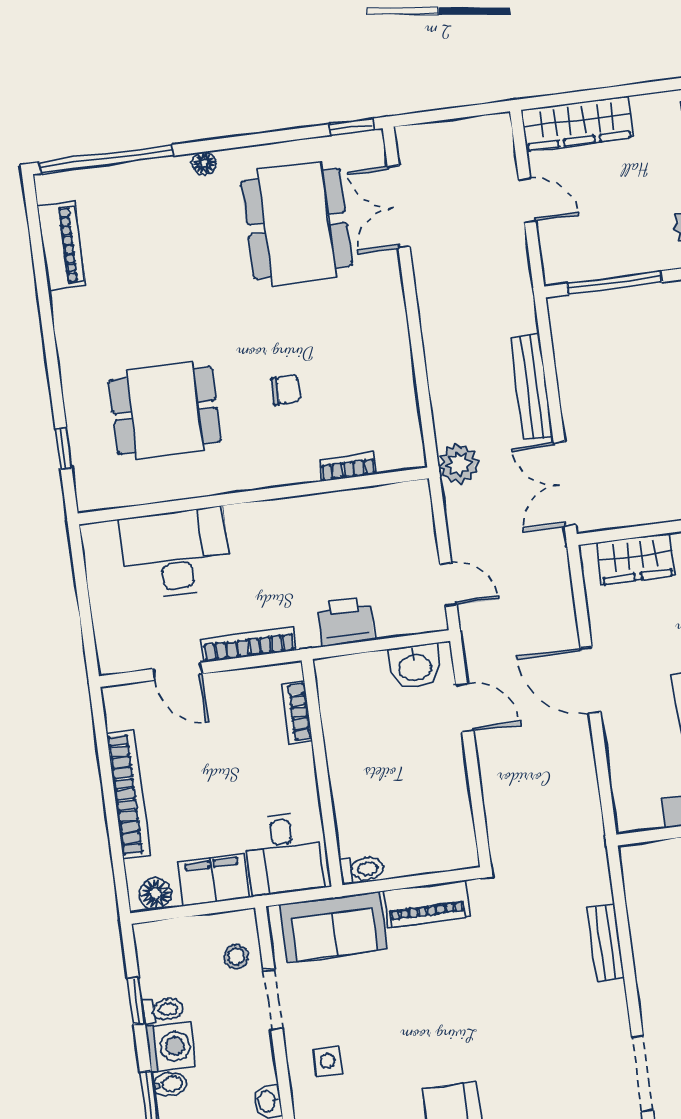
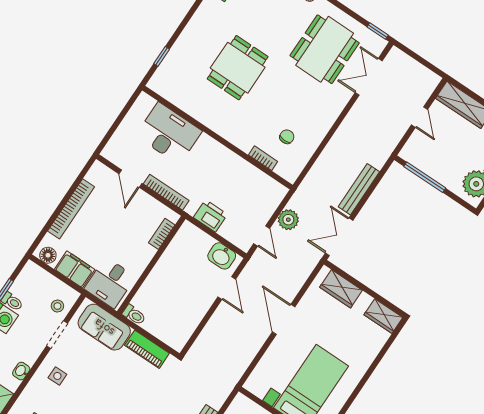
chair: (286, 390) -> (287, 137), moved, turned -90
dining table: (165, 411) -> (238, 68), moved, turned 90
plant: (459, 464) -> (288, 220), moved

